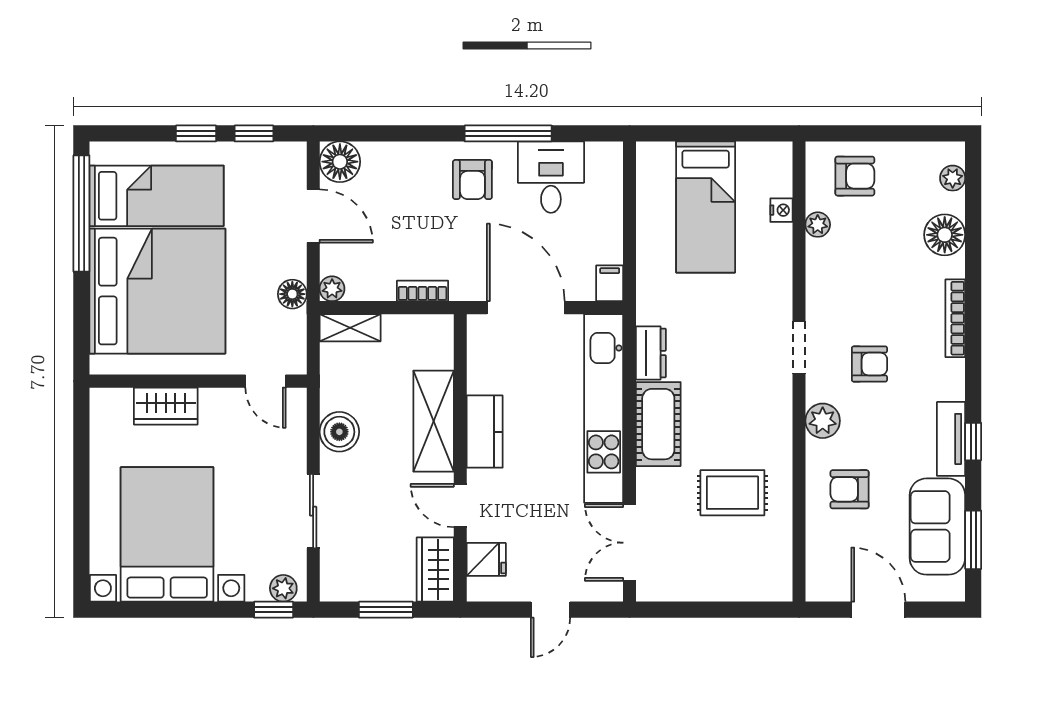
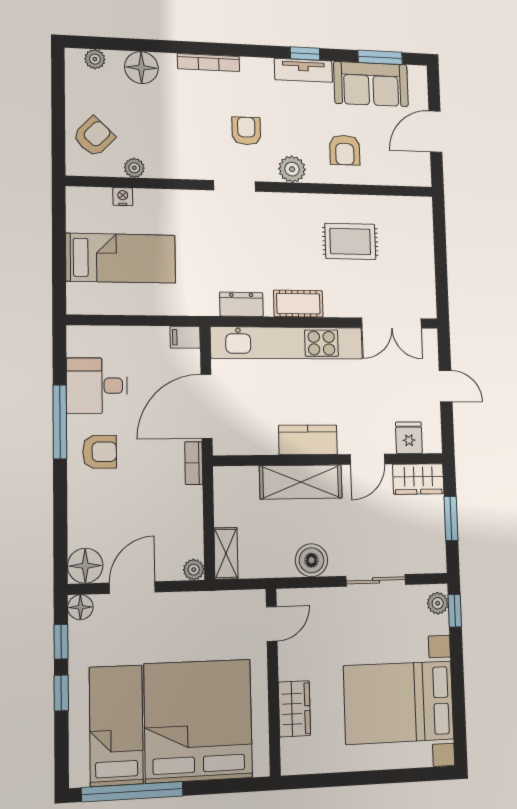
armchair: (855, 176) -> (94, 137), turned 44
bookcase: (422, 291) -> (194, 463), moved
floor lamp: (292, 294) -> (80, 607), moved
cot: (658, 424) -> (298, 304), width x0.73, depth x0.75
rug: (732, 493) -> (350, 241), turned 90

